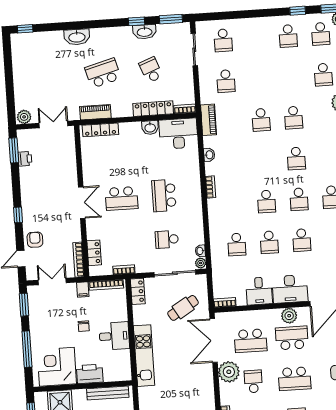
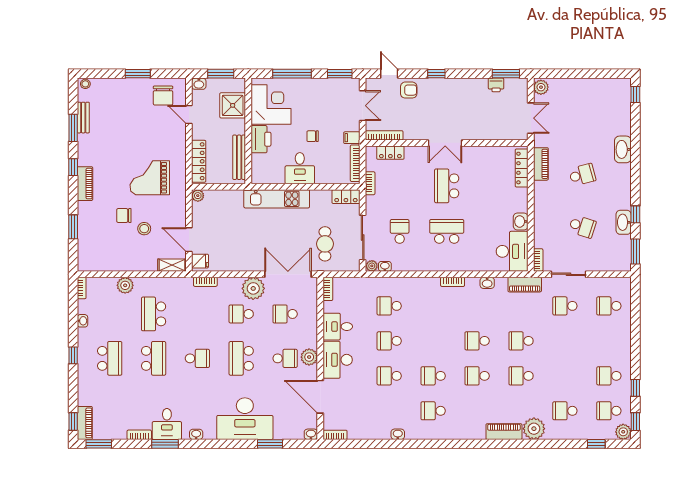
sliding door: (194, 50) -> (569, 274), moved
school desk: (151, 70) -> (582, 226), turned 39
school desk: (103, 73) -> (582, 175), width x0.54
locker: (153, 109) -> (541, 226), removed
school desk: (266, 201) -> (477, 341), moved
cafe table: (183, 308) -> (325, 244), turned 31
school desk: (292, 338) -> (285, 358), width x0.54
school desk: (251, 341) -> (285, 314), width x0.54
school desk: (253, 381) -> (241, 314), turned 180

